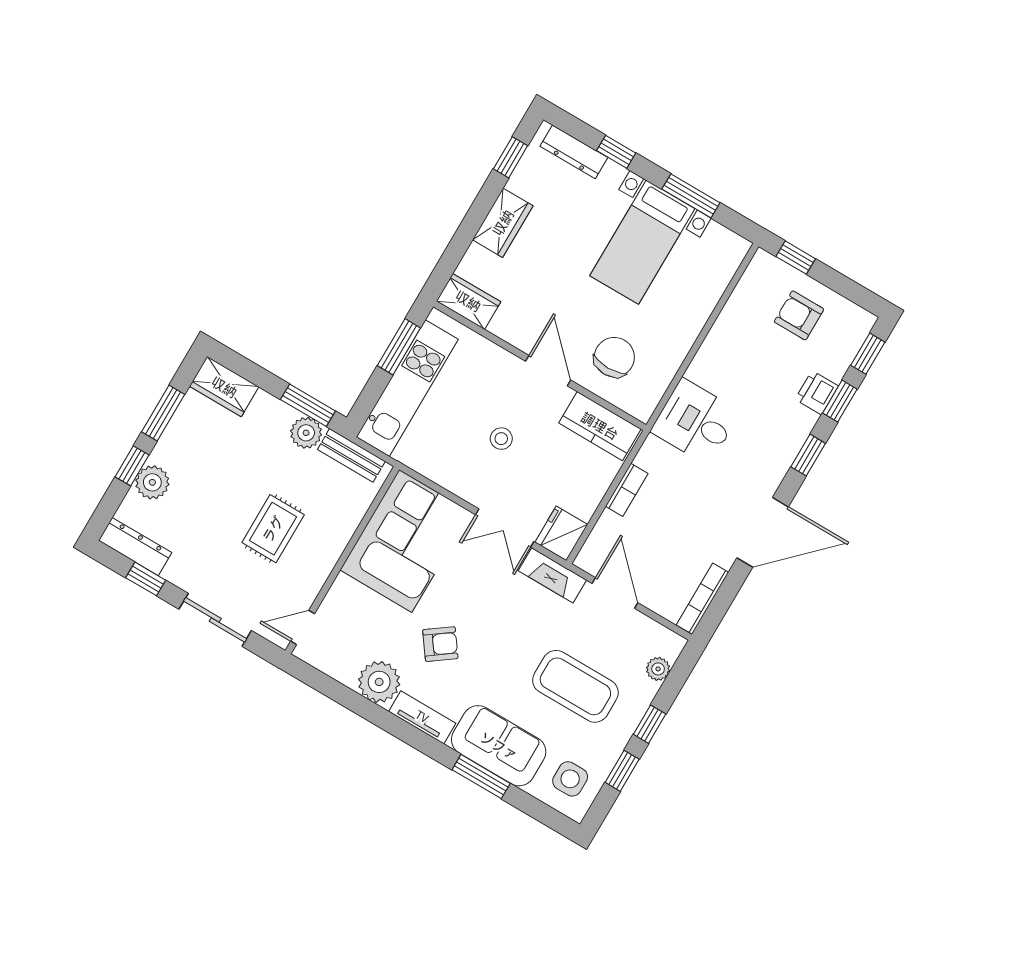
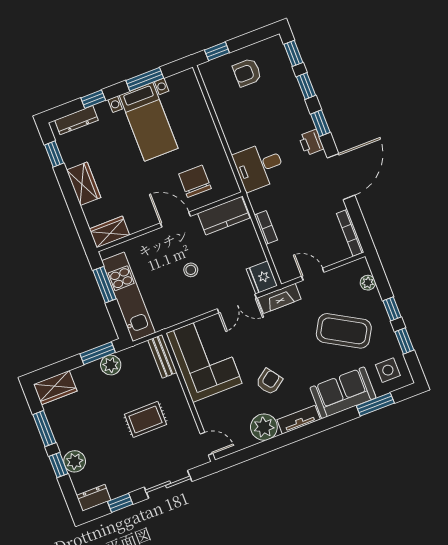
printer: (817, 393) -> (311, 142), moved
bench: (351, 455) -> (162, 356), moved, turned 90
rug: (273, 529) -> (145, 419), turned 90
dresser: (135, 547) -> (94, 498), width x0.70
door: (615, 593) -> (313, 274), width x0.73
door: (303, 627) -> (206, 444), swing flipped
coffee table: (575, 686) -> (344, 331), turned 30
window: (481, 777) -> (375, 404), moved

